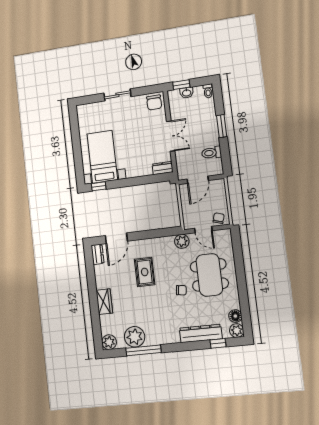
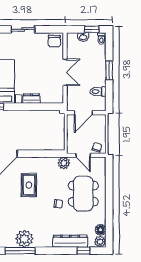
window: (181, 85) -> (92, 29), moved
dresser: (163, 168) -> (31, 99), moved
plant: (135, 337) -> (24, 239), moved

